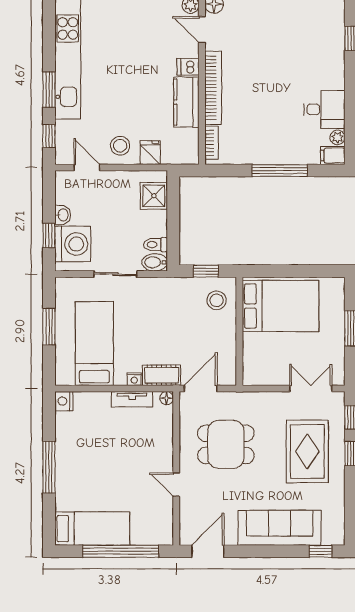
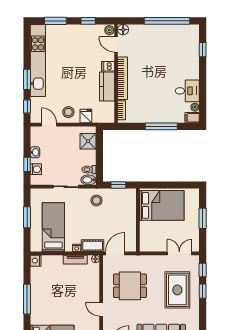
washing machine: (73, 244) -> (36, 169), width x0.53, depth x0.53
stool: (217, 300) -> (96, 200), moved

